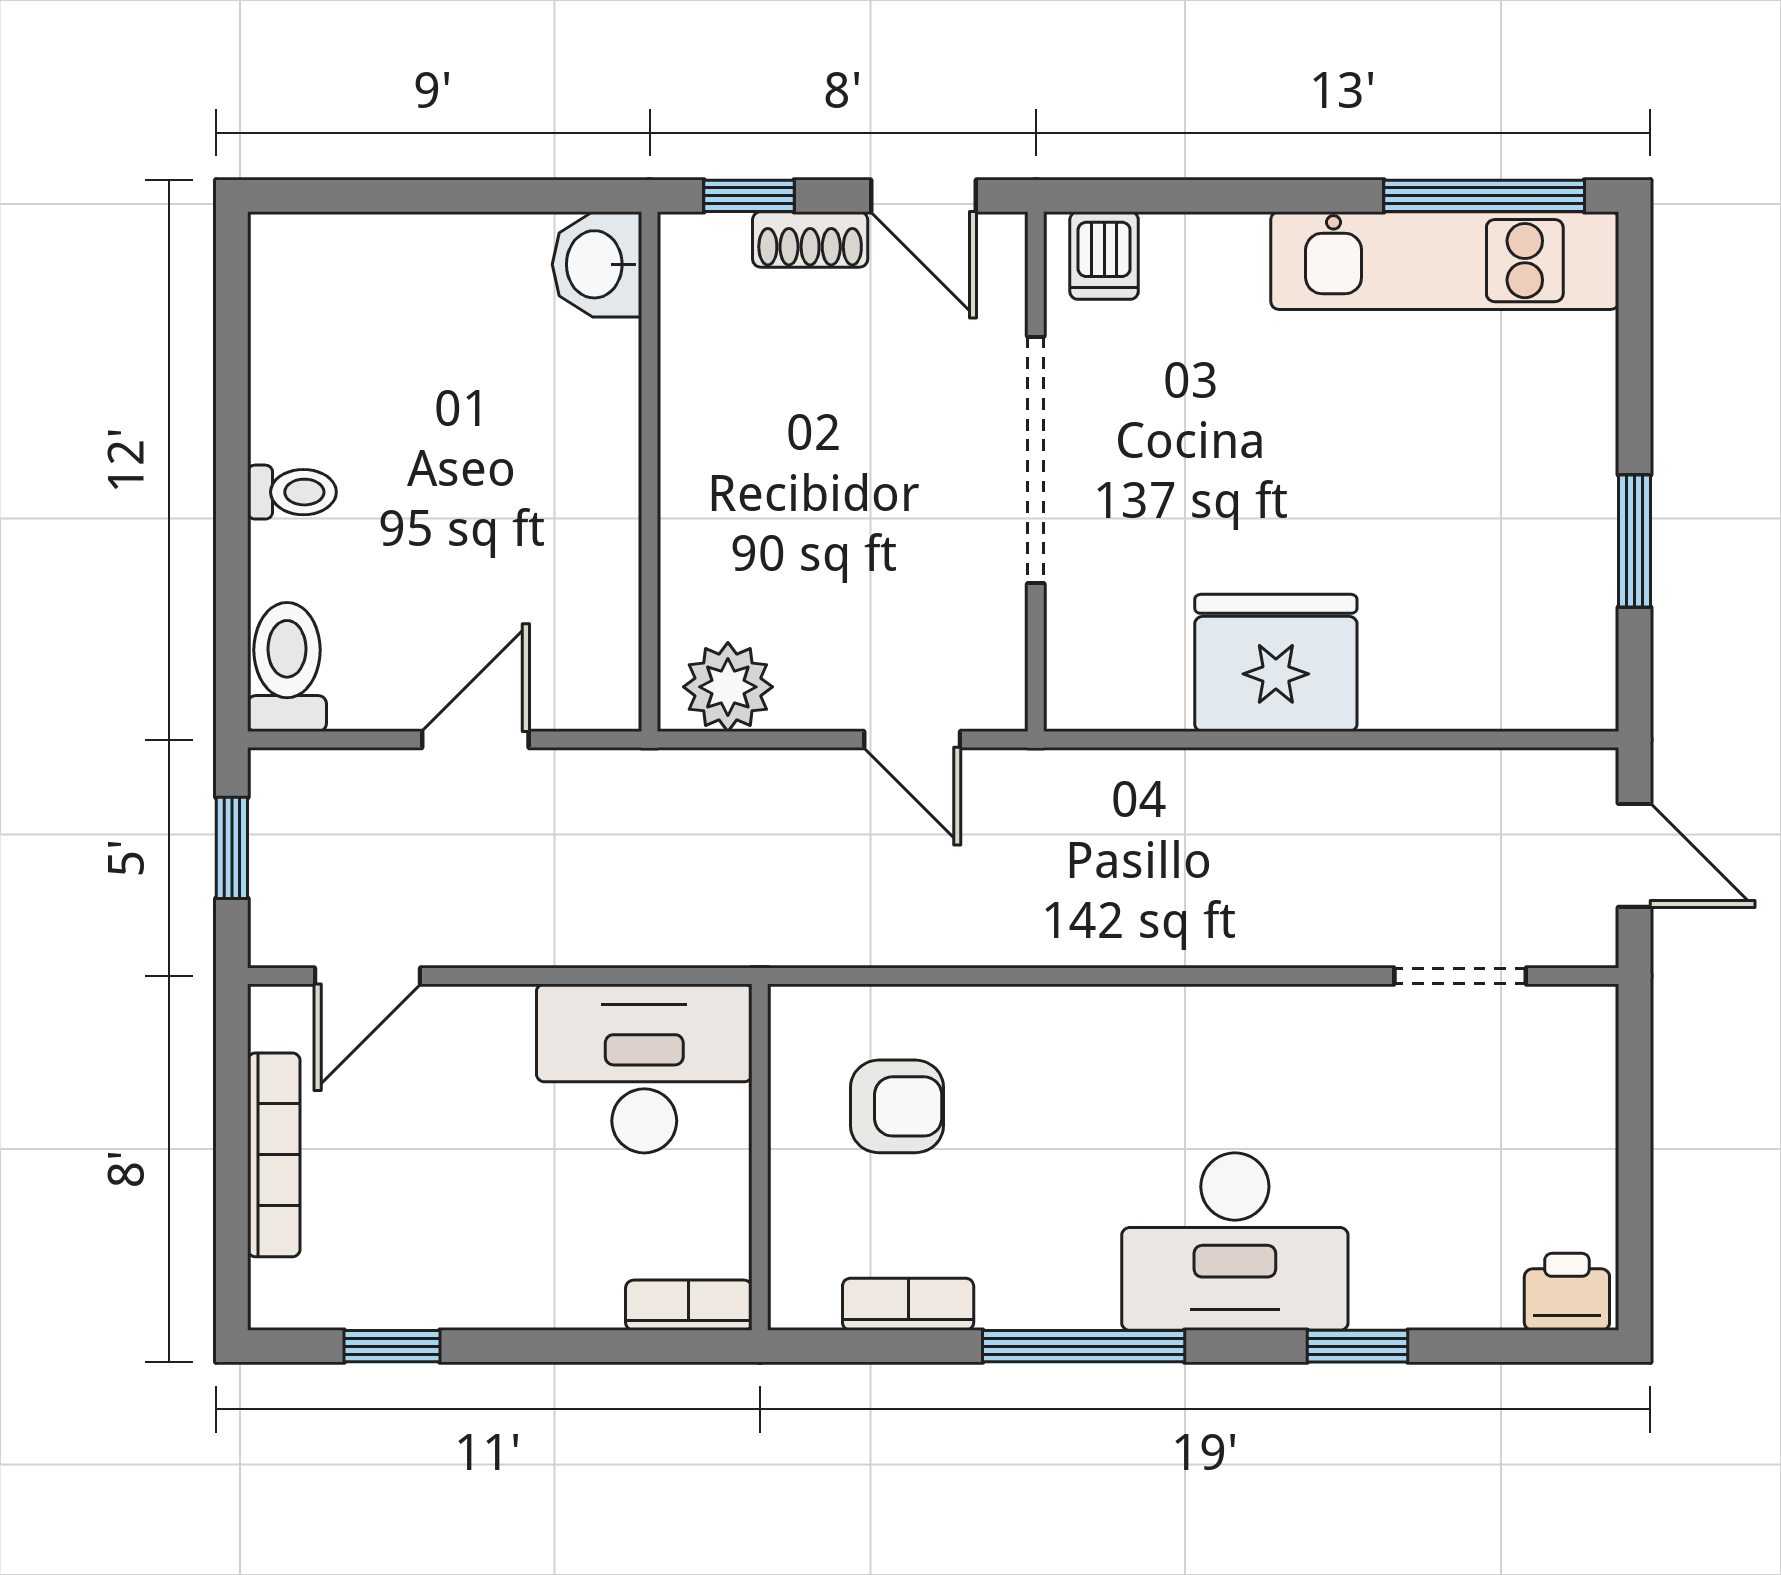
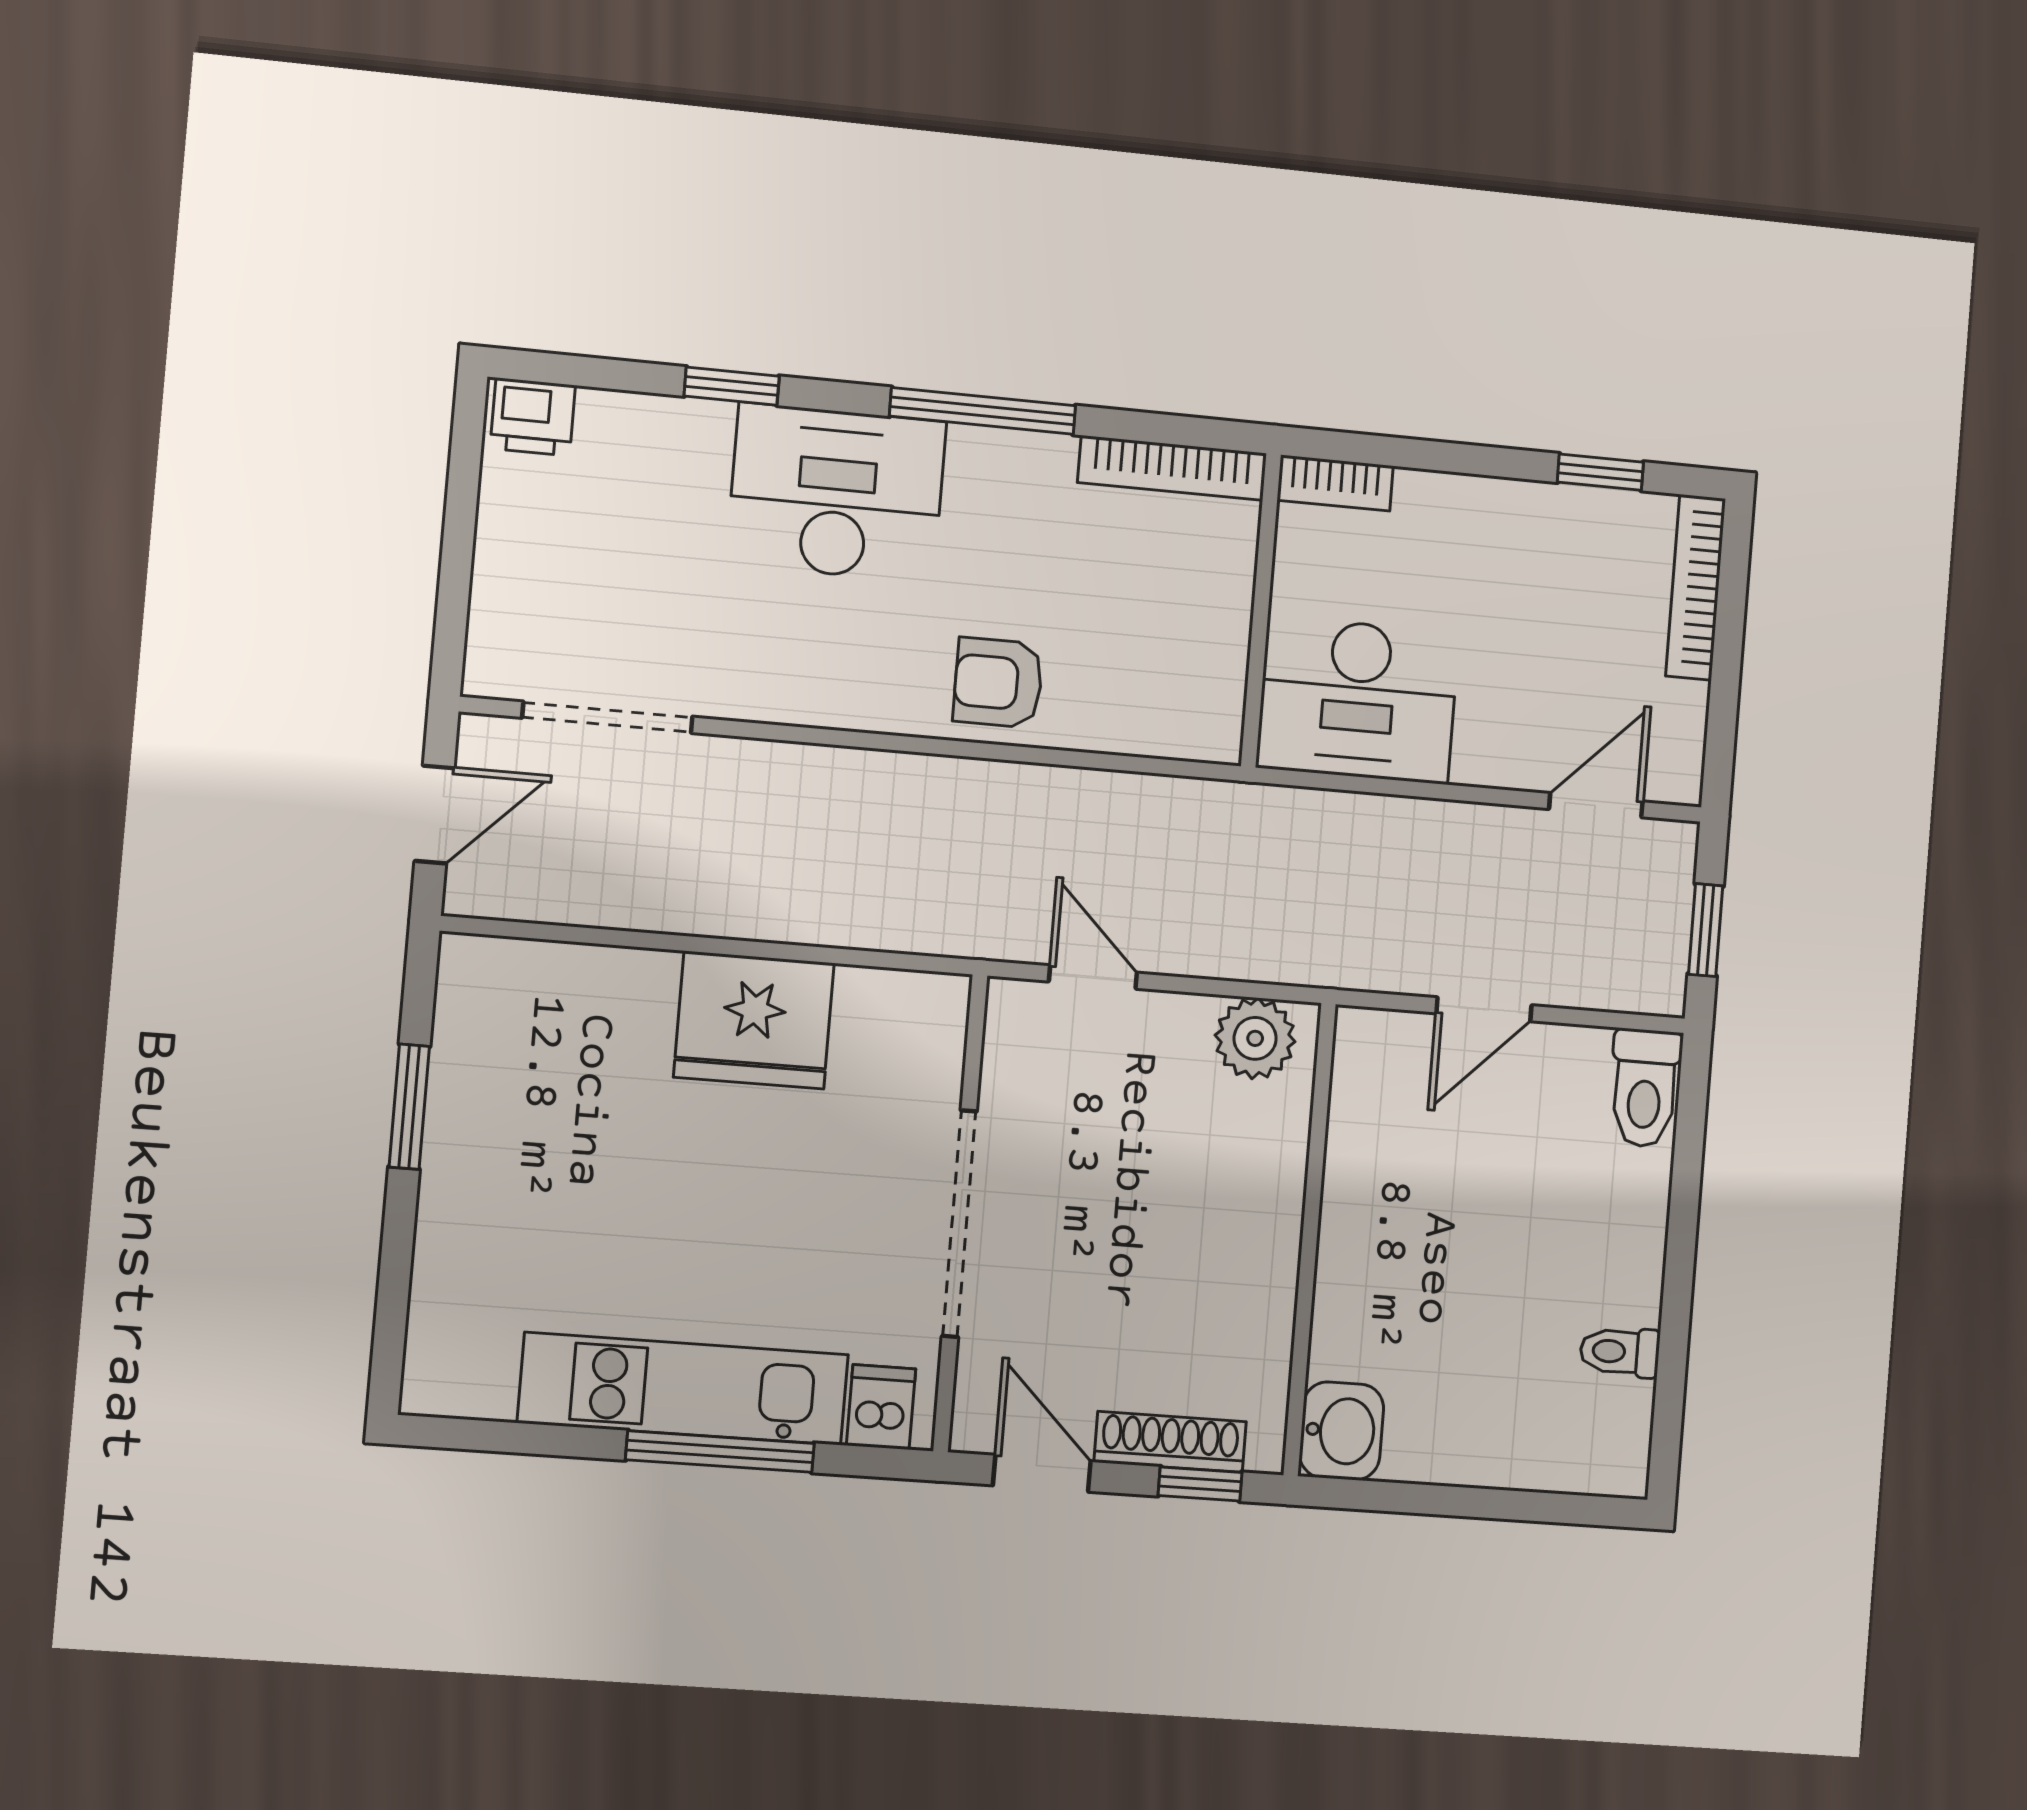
window: (1484, 196) -> (720, 1452), moved
shoe rack: (810, 239) -> (1170, 1442), width x1.43
kitchen unit: (1445, 261) -> (683, 1389), moved
toilet: (292, 492) -> (1620, 1352), moved
door: (1634, 855) -> (435, 815), swing flipped
doorway: (1460, 976) -> (607, 717), width x1.38
armchair: (897, 1106) -> (998, 683), moved
bookcase: (274, 1155) -> (1696, 587), moved
bookcase: (908, 1304) -> (1172, 468), width x1.56

